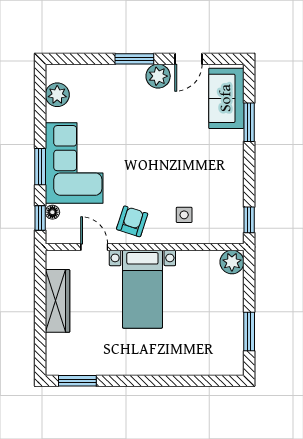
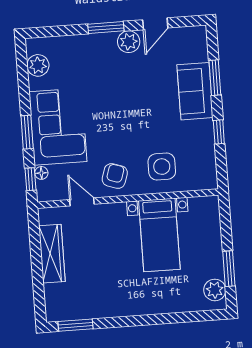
sofa: (226, 98) -> (195, 91), moved
side table: (184, 215) -> (162, 167), width x1.87, depth x1.87
window: (249, 220) -> (219, 132), moved
plant: (232, 262) -> (215, 290), moved
bed with nightstands: (142, 289) -> (159, 235), moved

